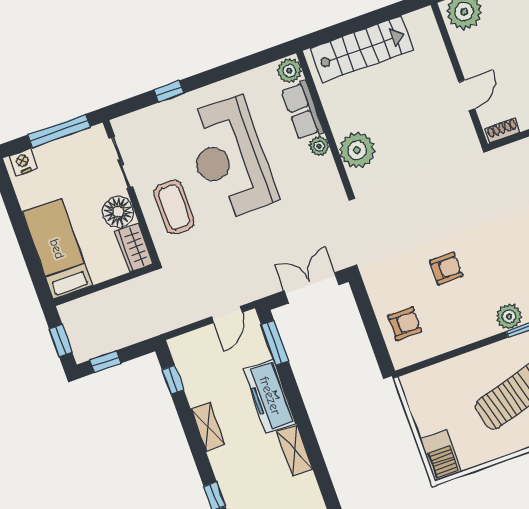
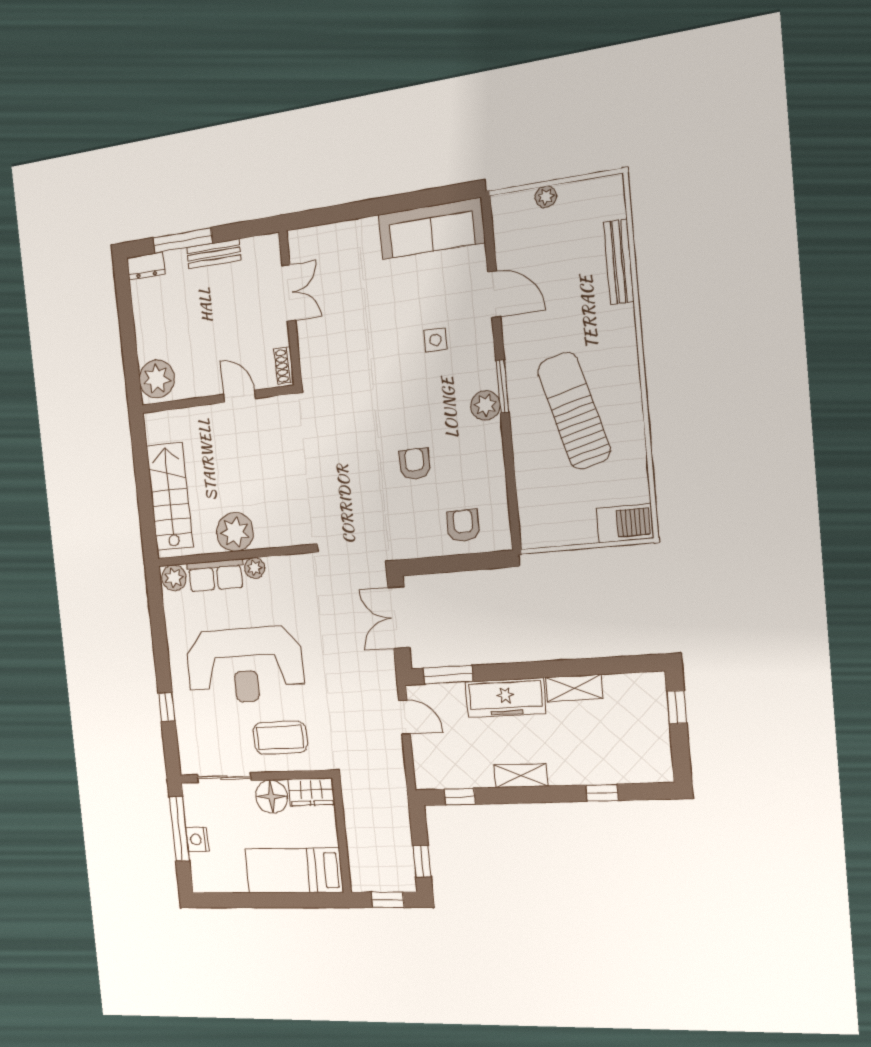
plant: (357, 150) -> (235, 532), moved
nightstand: (23, 162) -> (197, 839), moved

